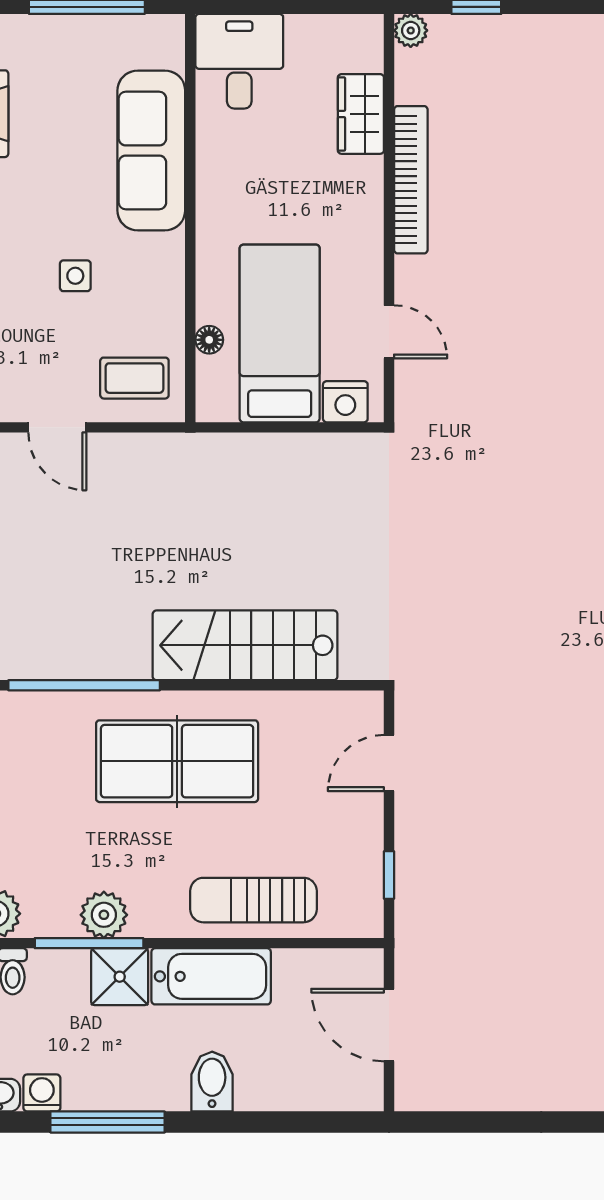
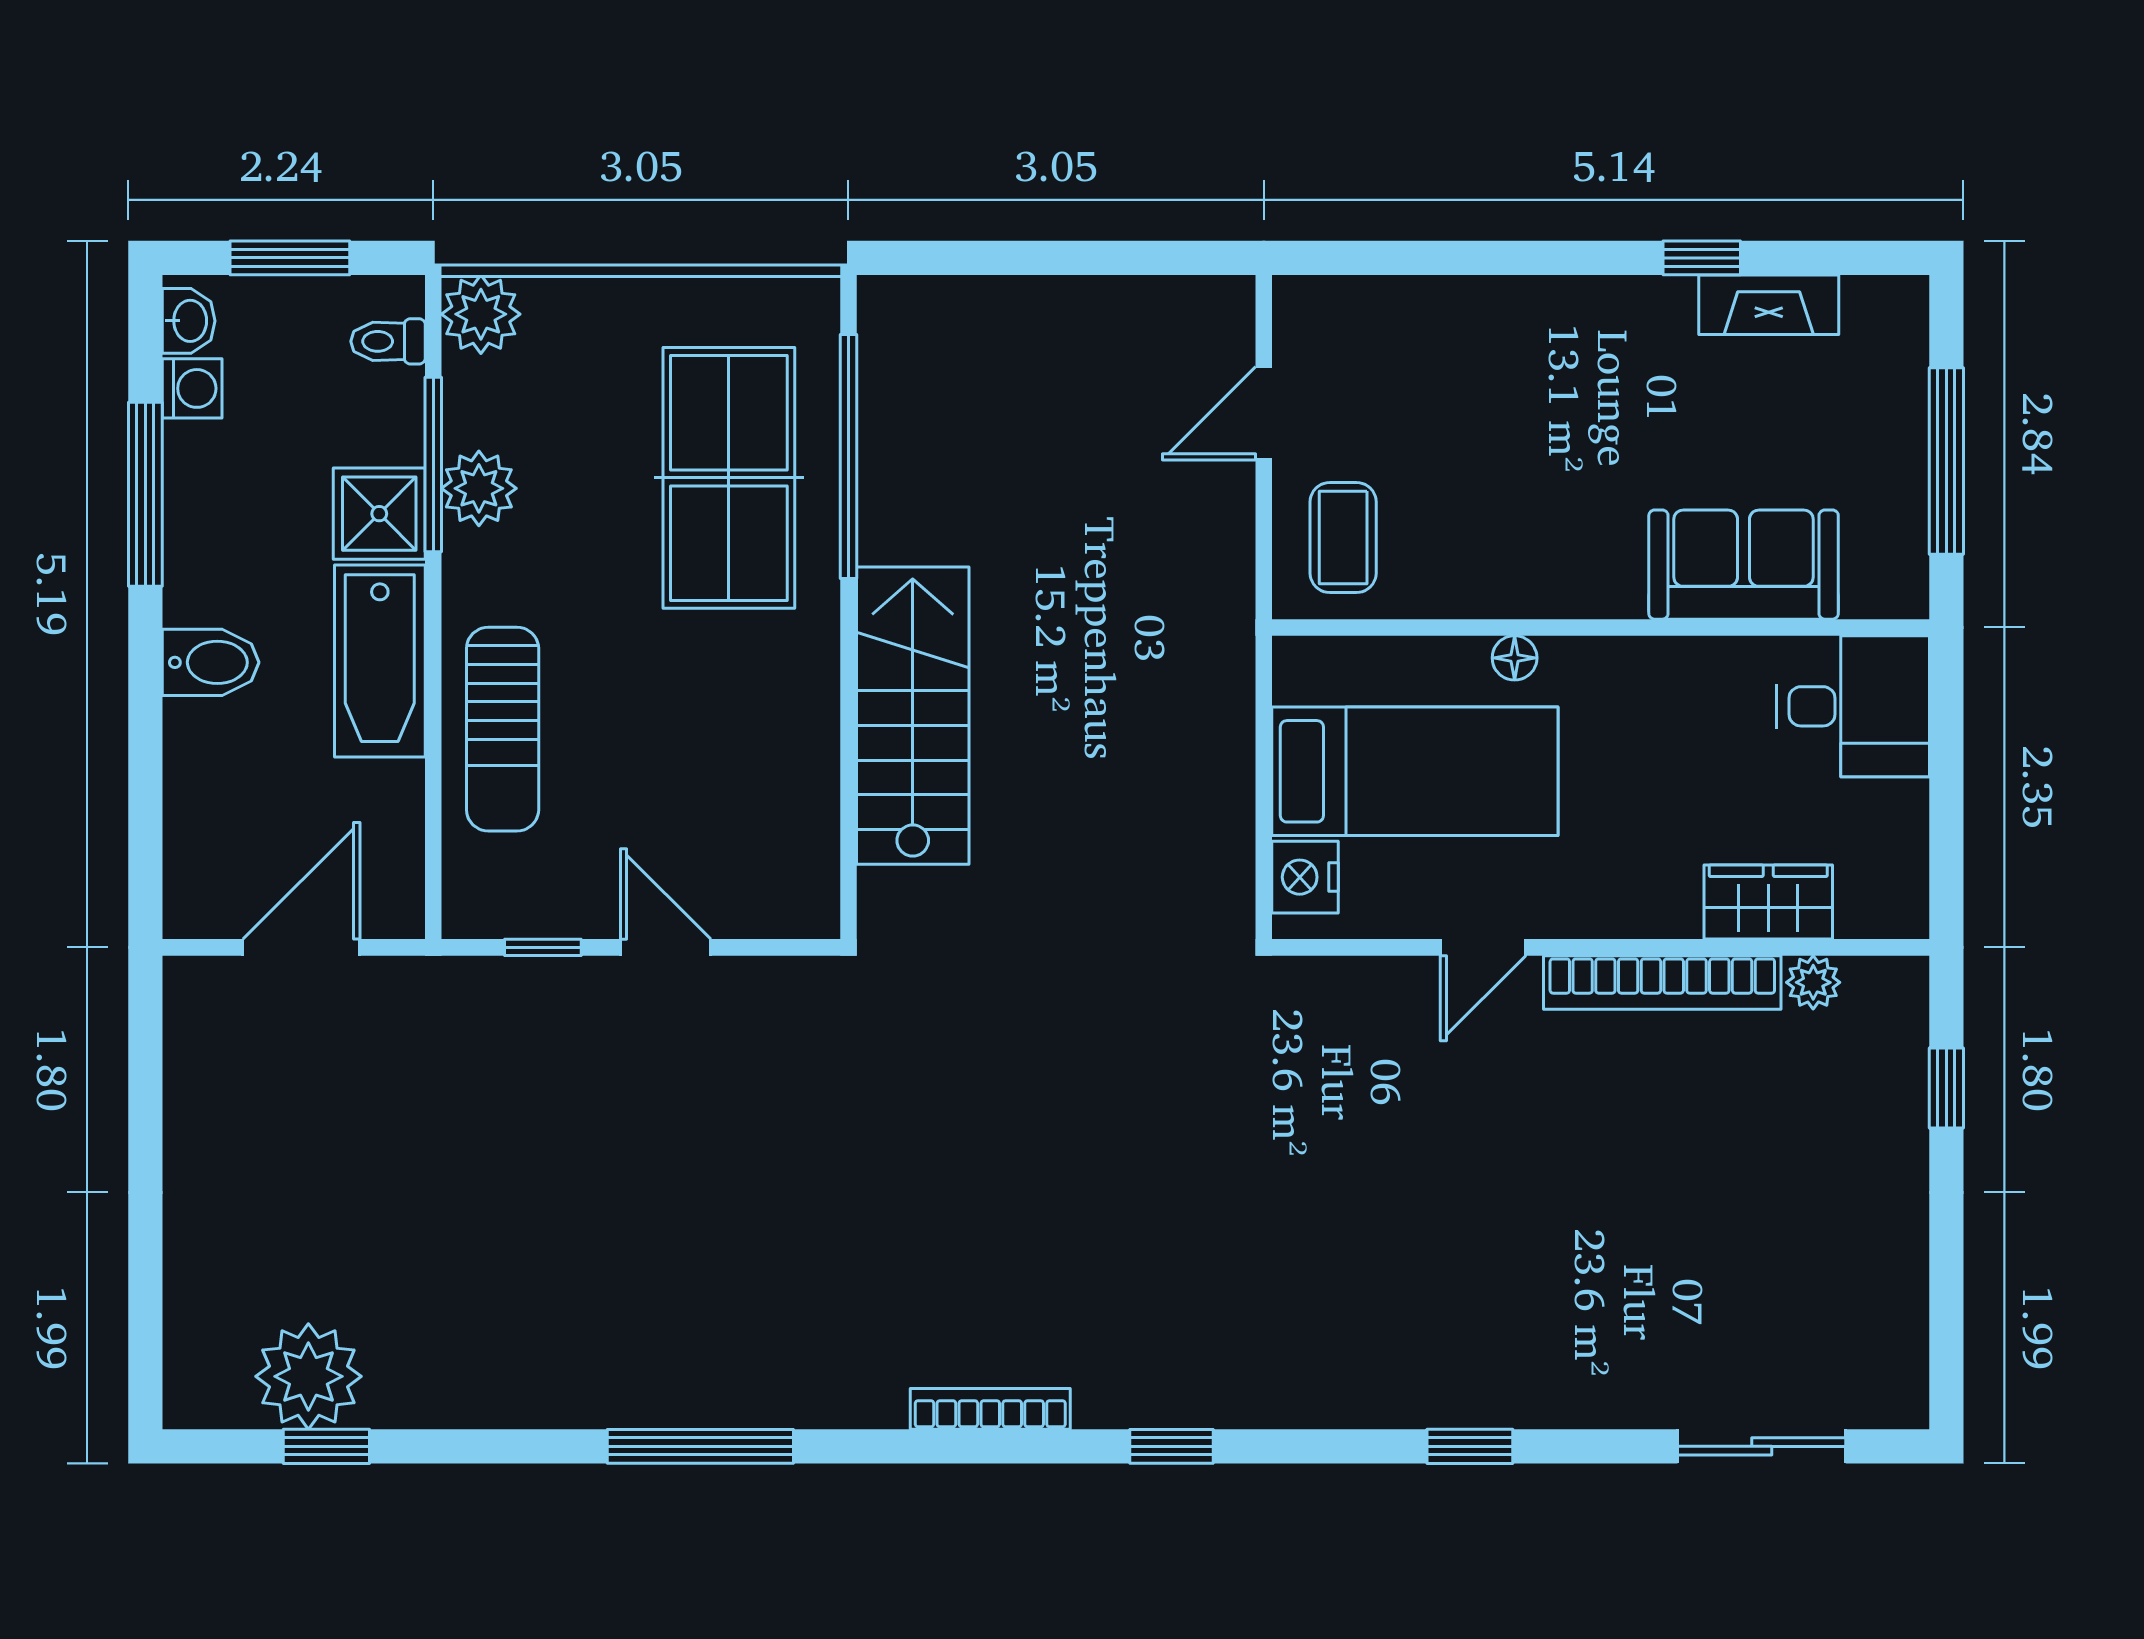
plant: (411, 30) -> (1813, 982), moved
sofa: (151, 151) -> (1744, 565), width x0.73
side table: (75, 276) -> (1508, 442), removed
door: (389, 332) -> (1483, 947), moved
floor lamp: (209, 340) -> (1515, 658), moved
table tennis table: (177, 761) -> (729, 478), moved
door: (389, 763) -> (666, 947), moved
sun lounger: (253, 900) -> (503, 729), turned 180

